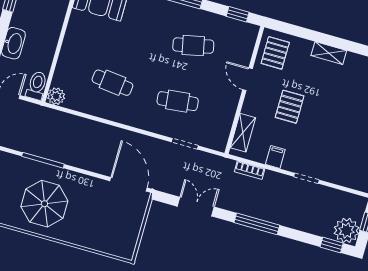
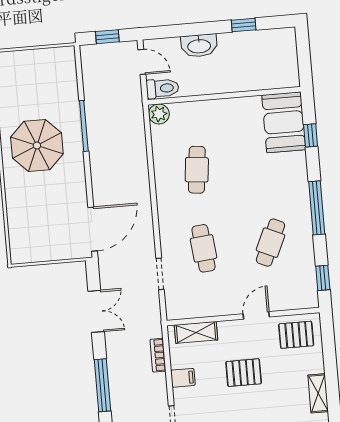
cafe table: (193, 46) -> (271, 243), turned 36

